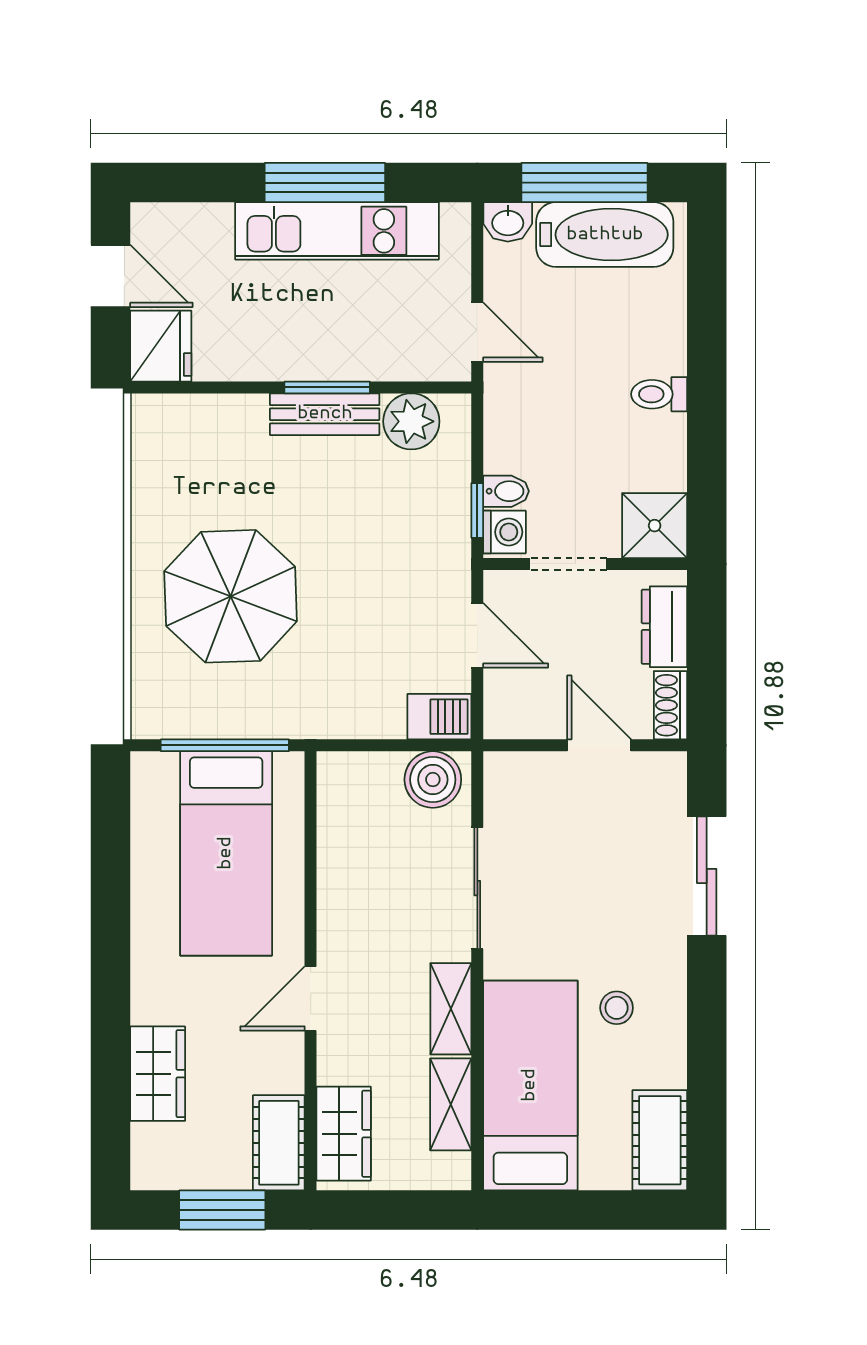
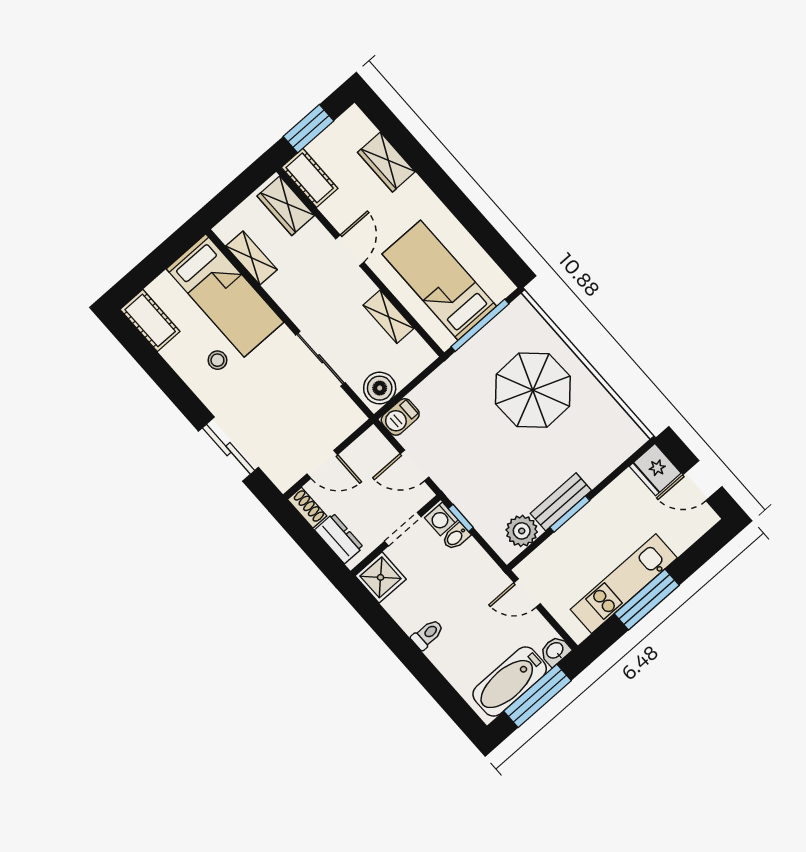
shelving: (451, 1009) -> (388, 317), moved

